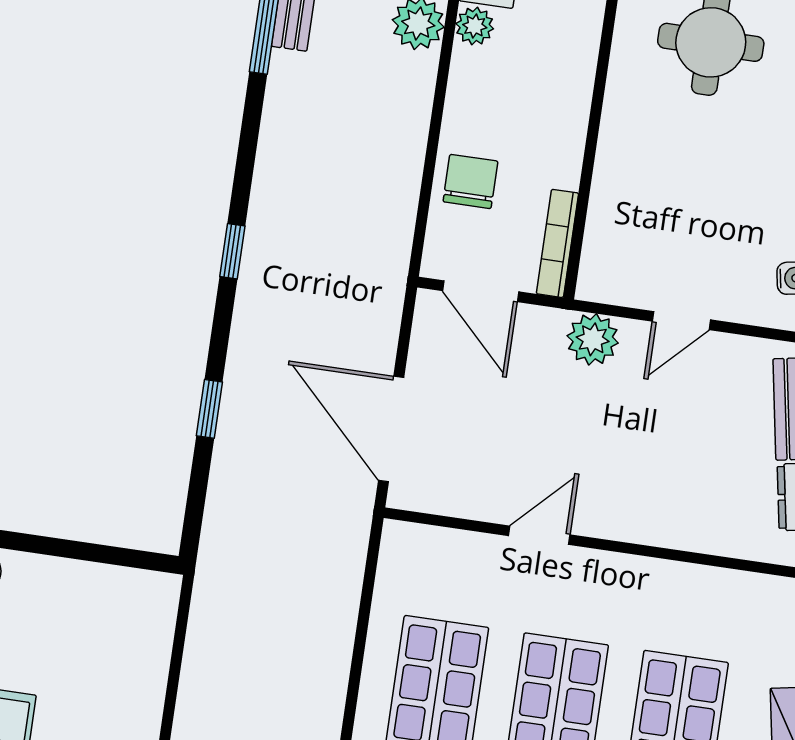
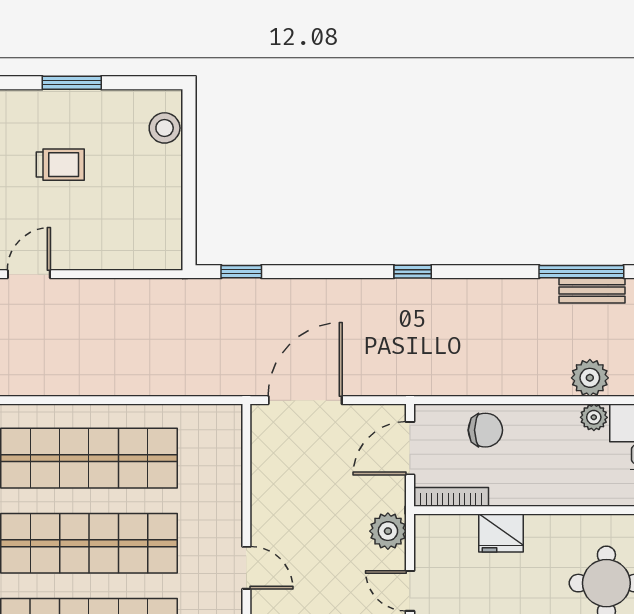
fridge: (619, 180) -> (501, 533), added
window: (209, 409) -> (241, 272), moved
door: (539, 535) -> (246, 568), moved

